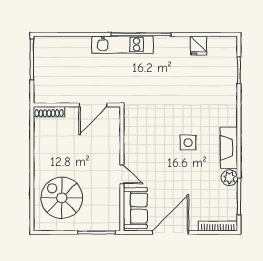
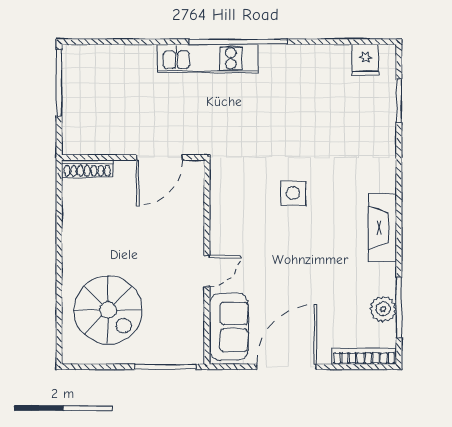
fridge: (198, 46) -> (365, 60), moved
side table: (188, 143) -> (293, 193), moved
door: (122, 174) -> (207, 271), hinge flipped
plant: (229, 178) -> (383, 309), moved
spiral stairs: (62, 198) -> (108, 310), turned 180

